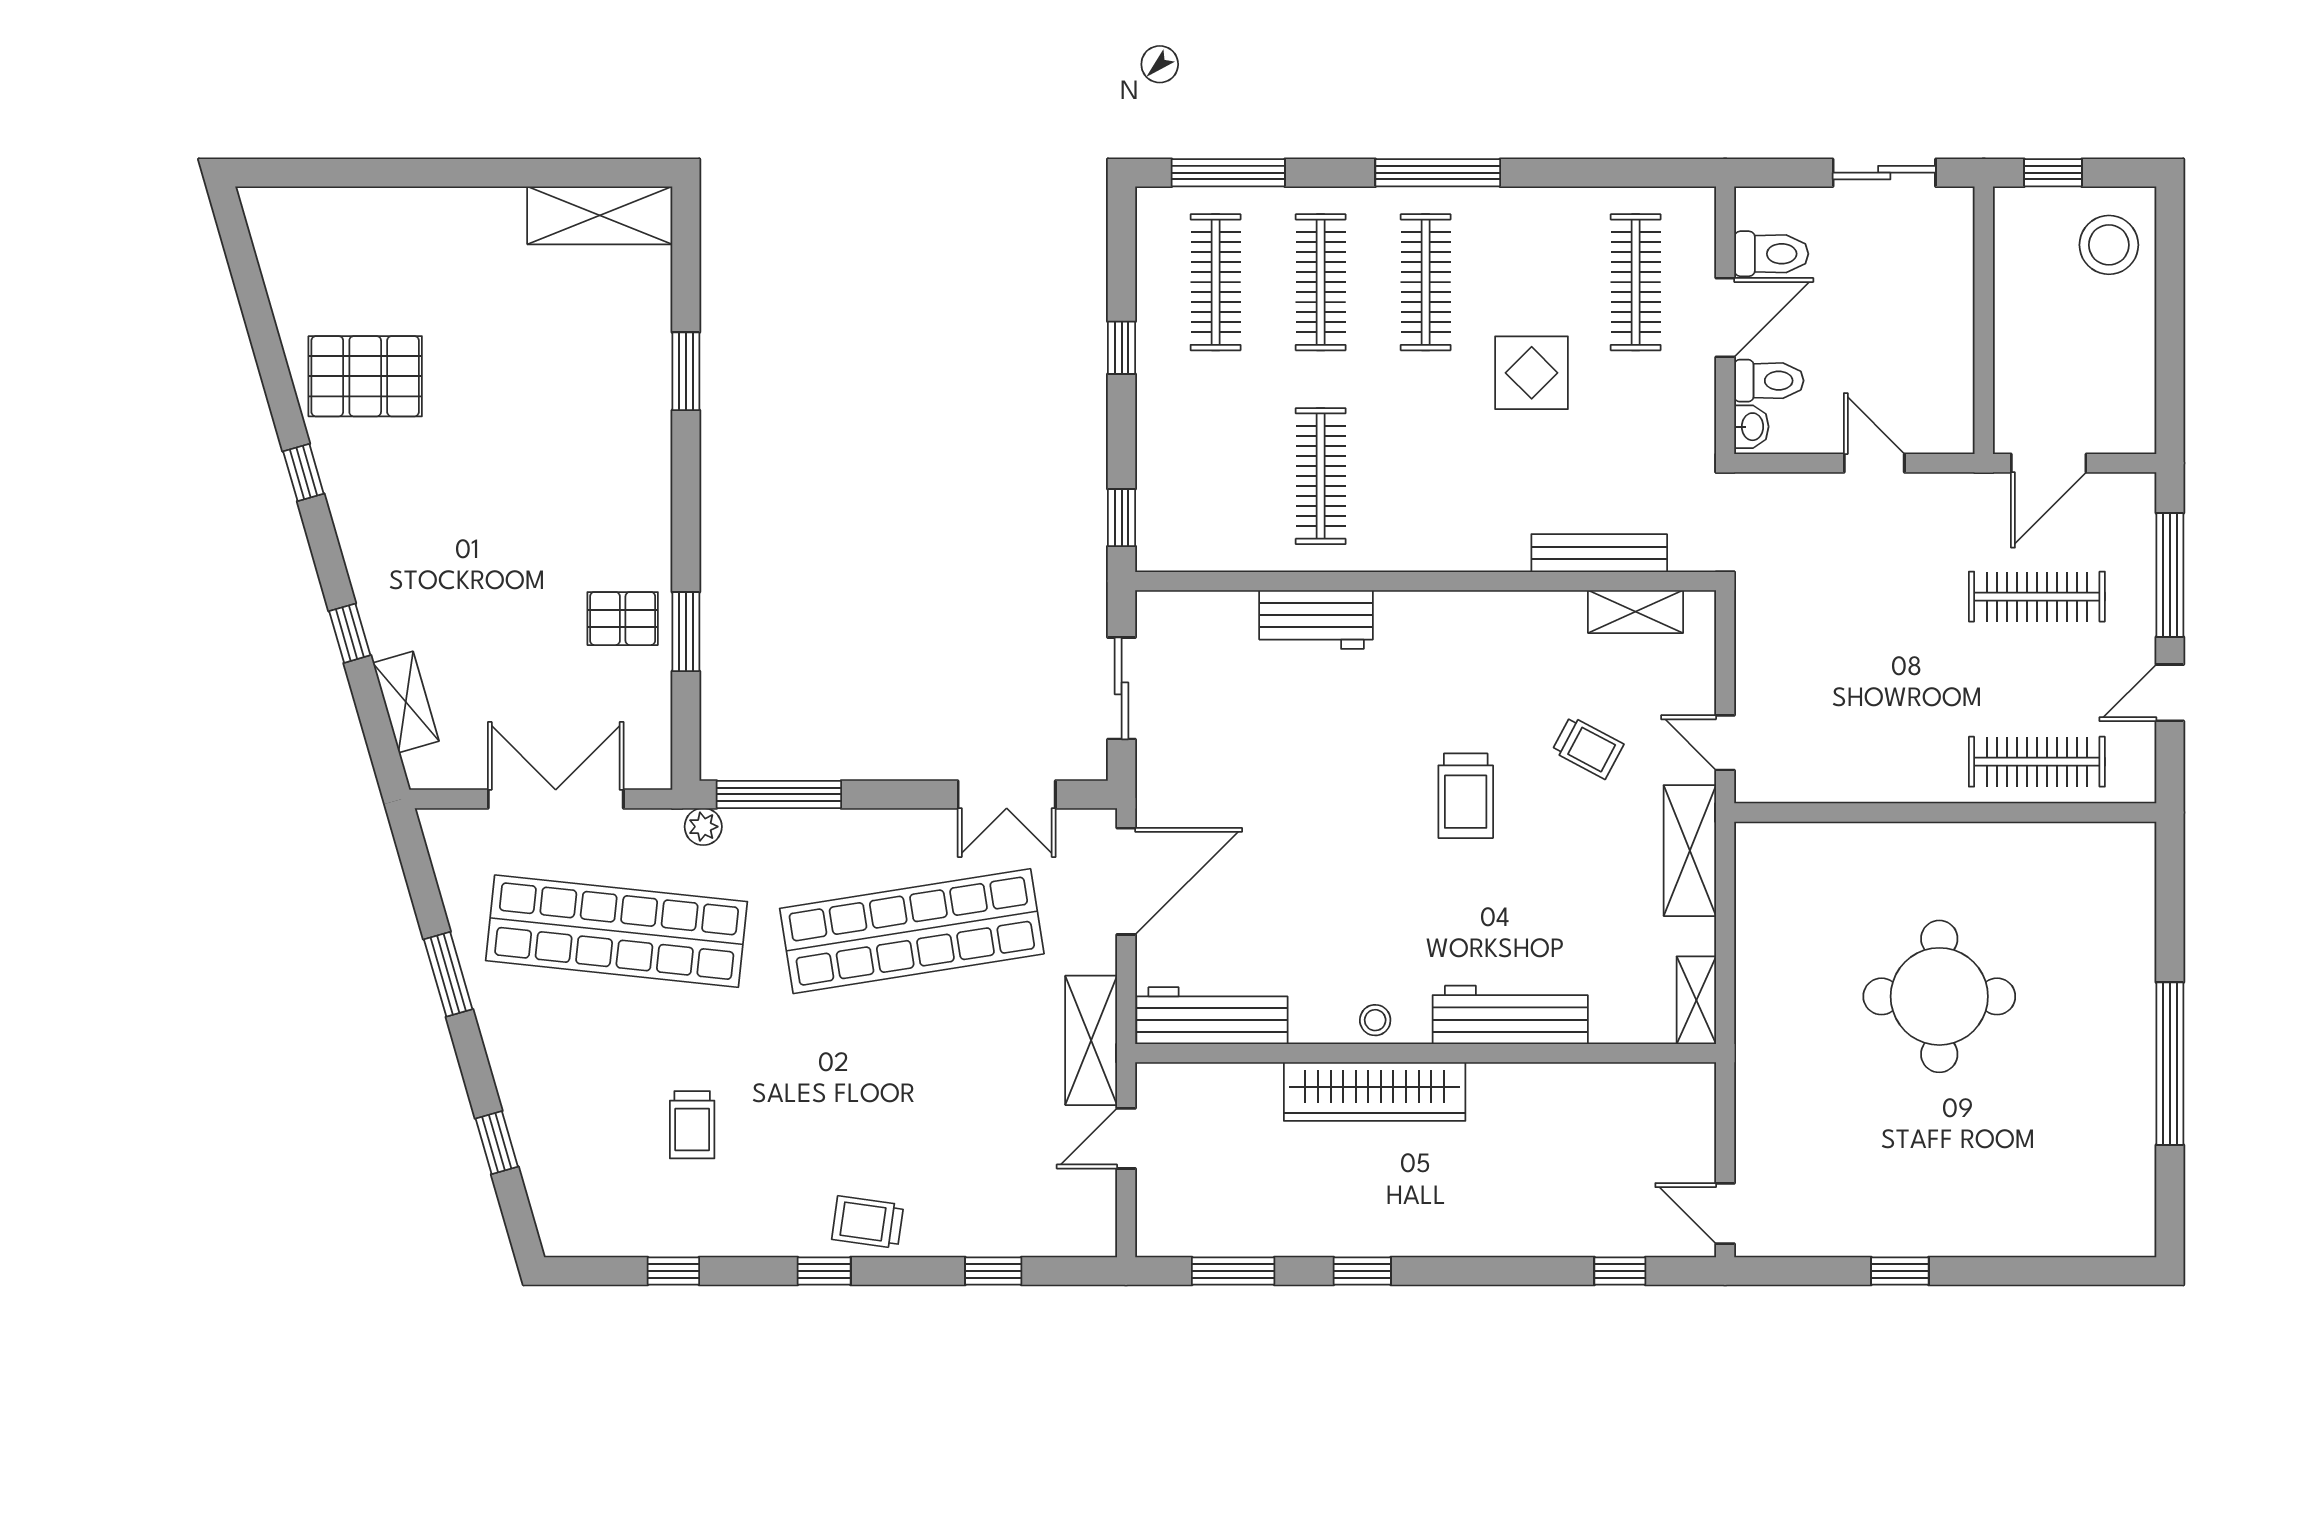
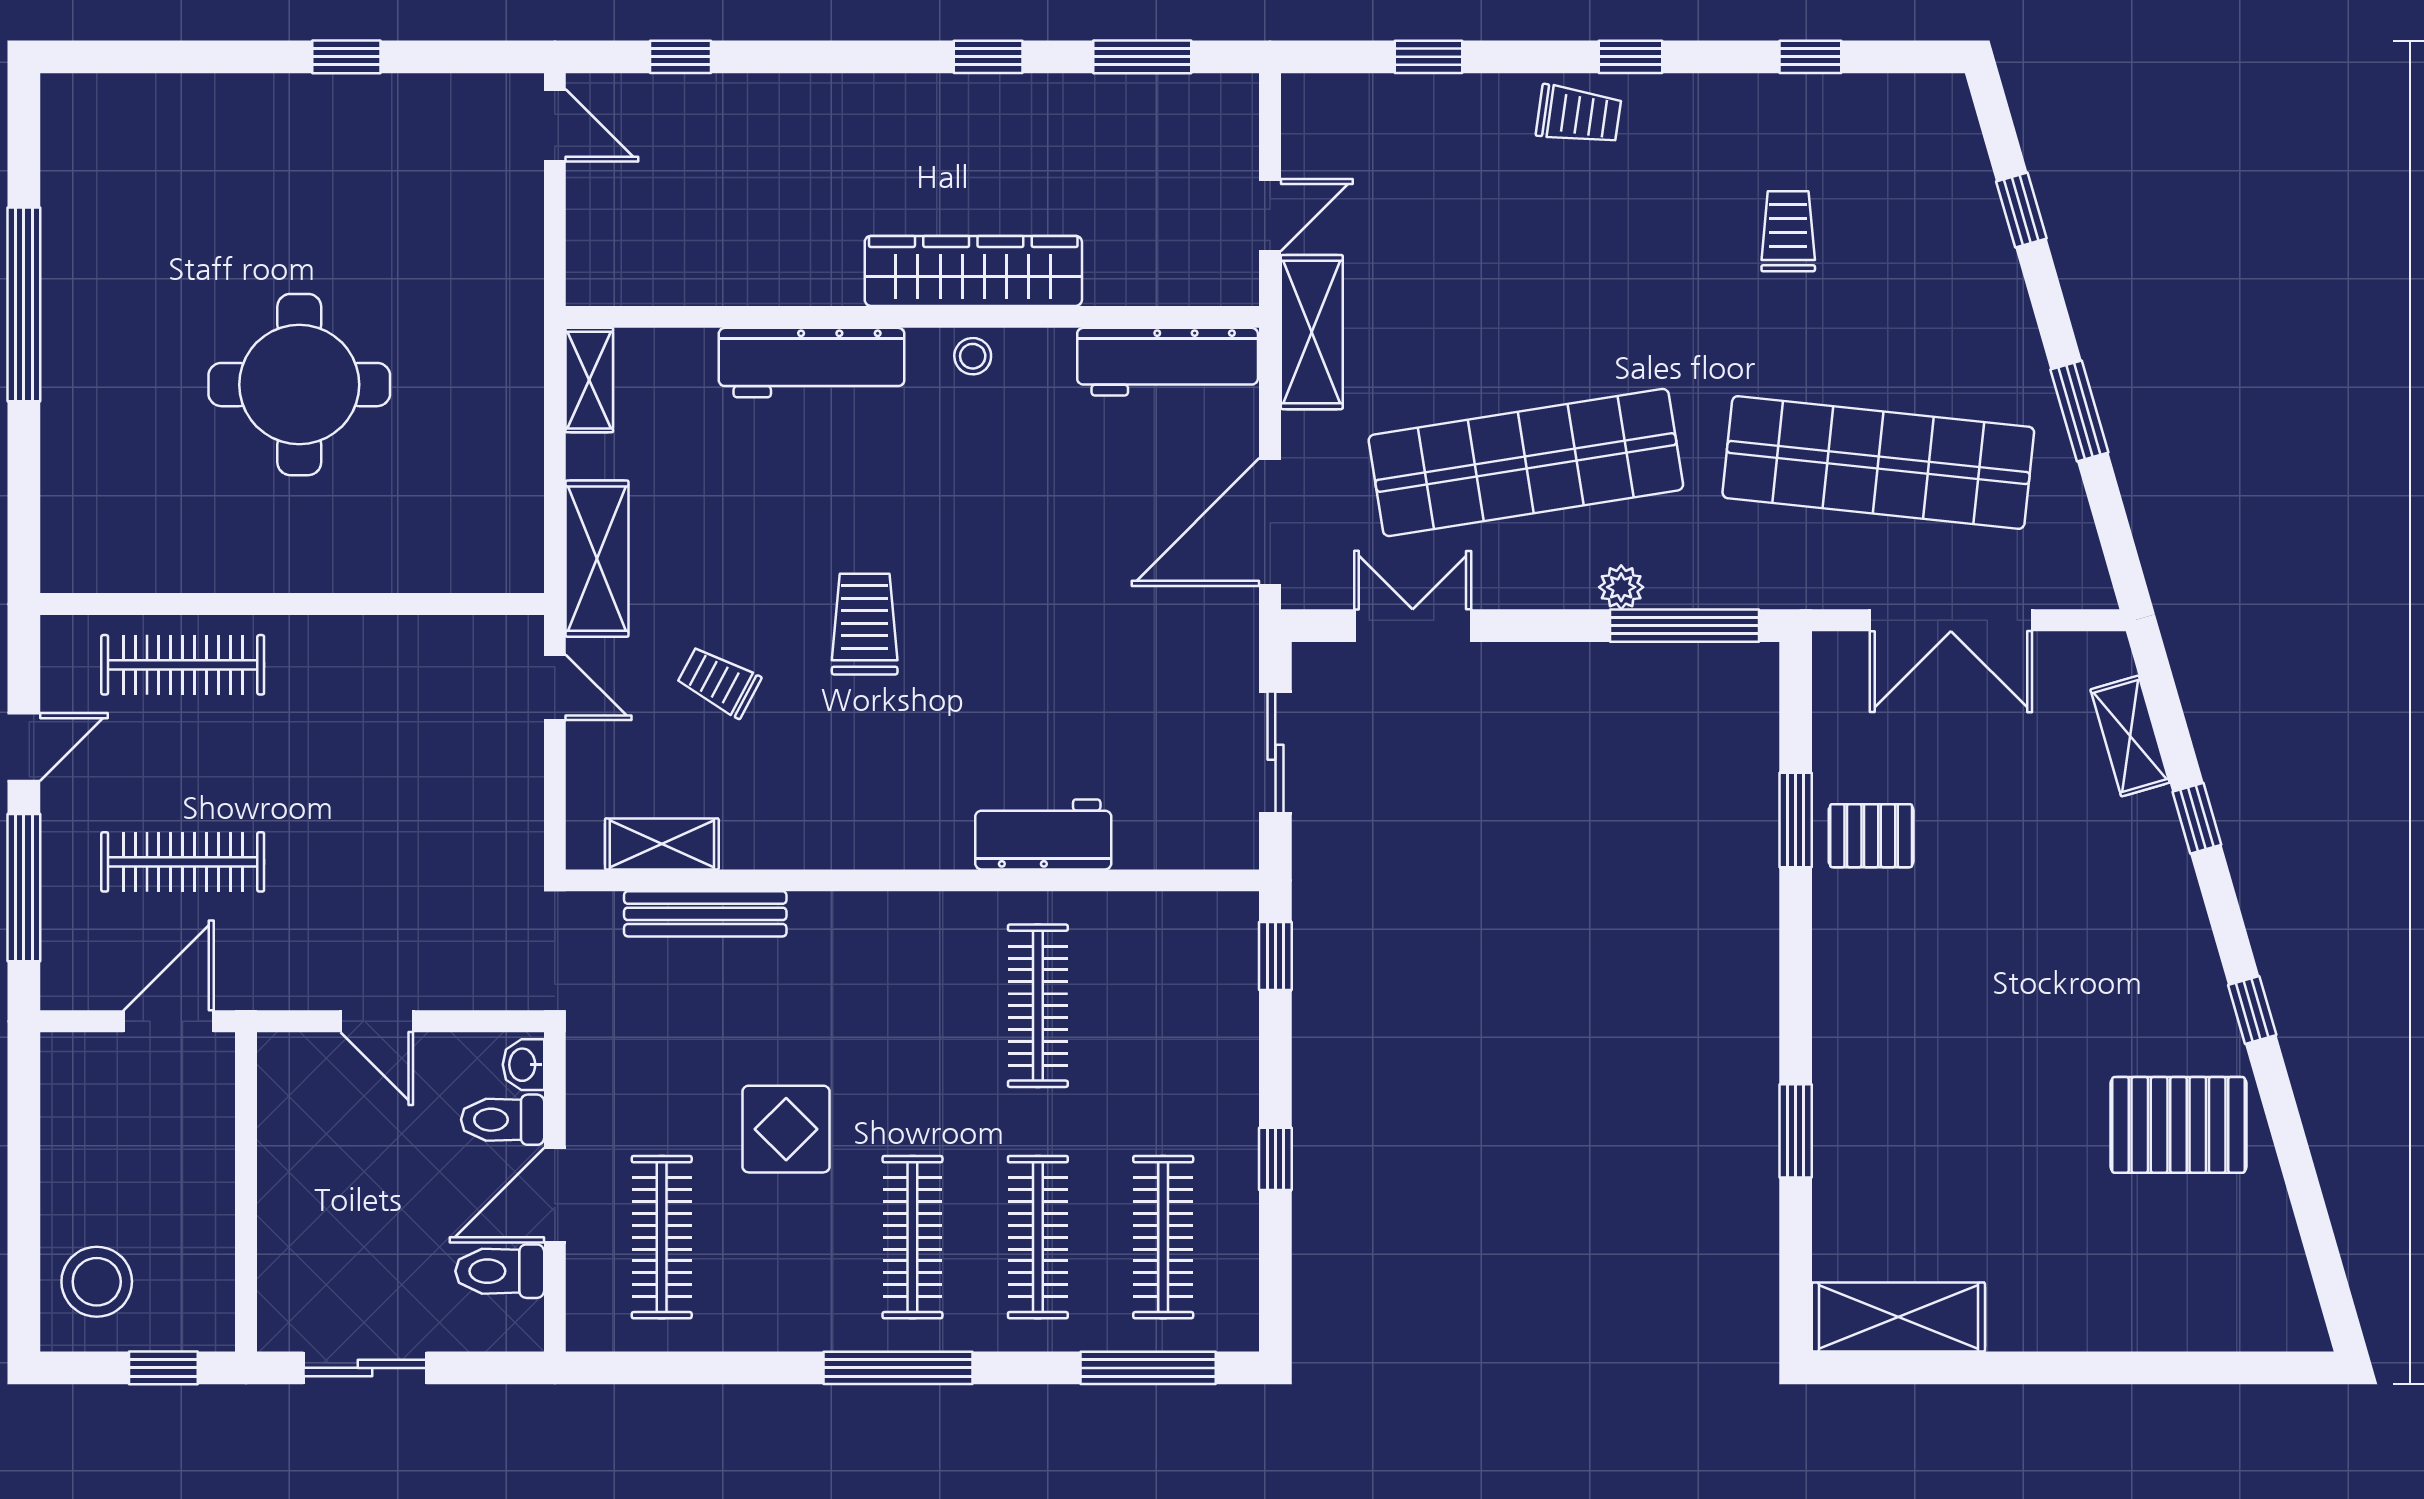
plant: (703, 827) -> (1621, 587), moved

